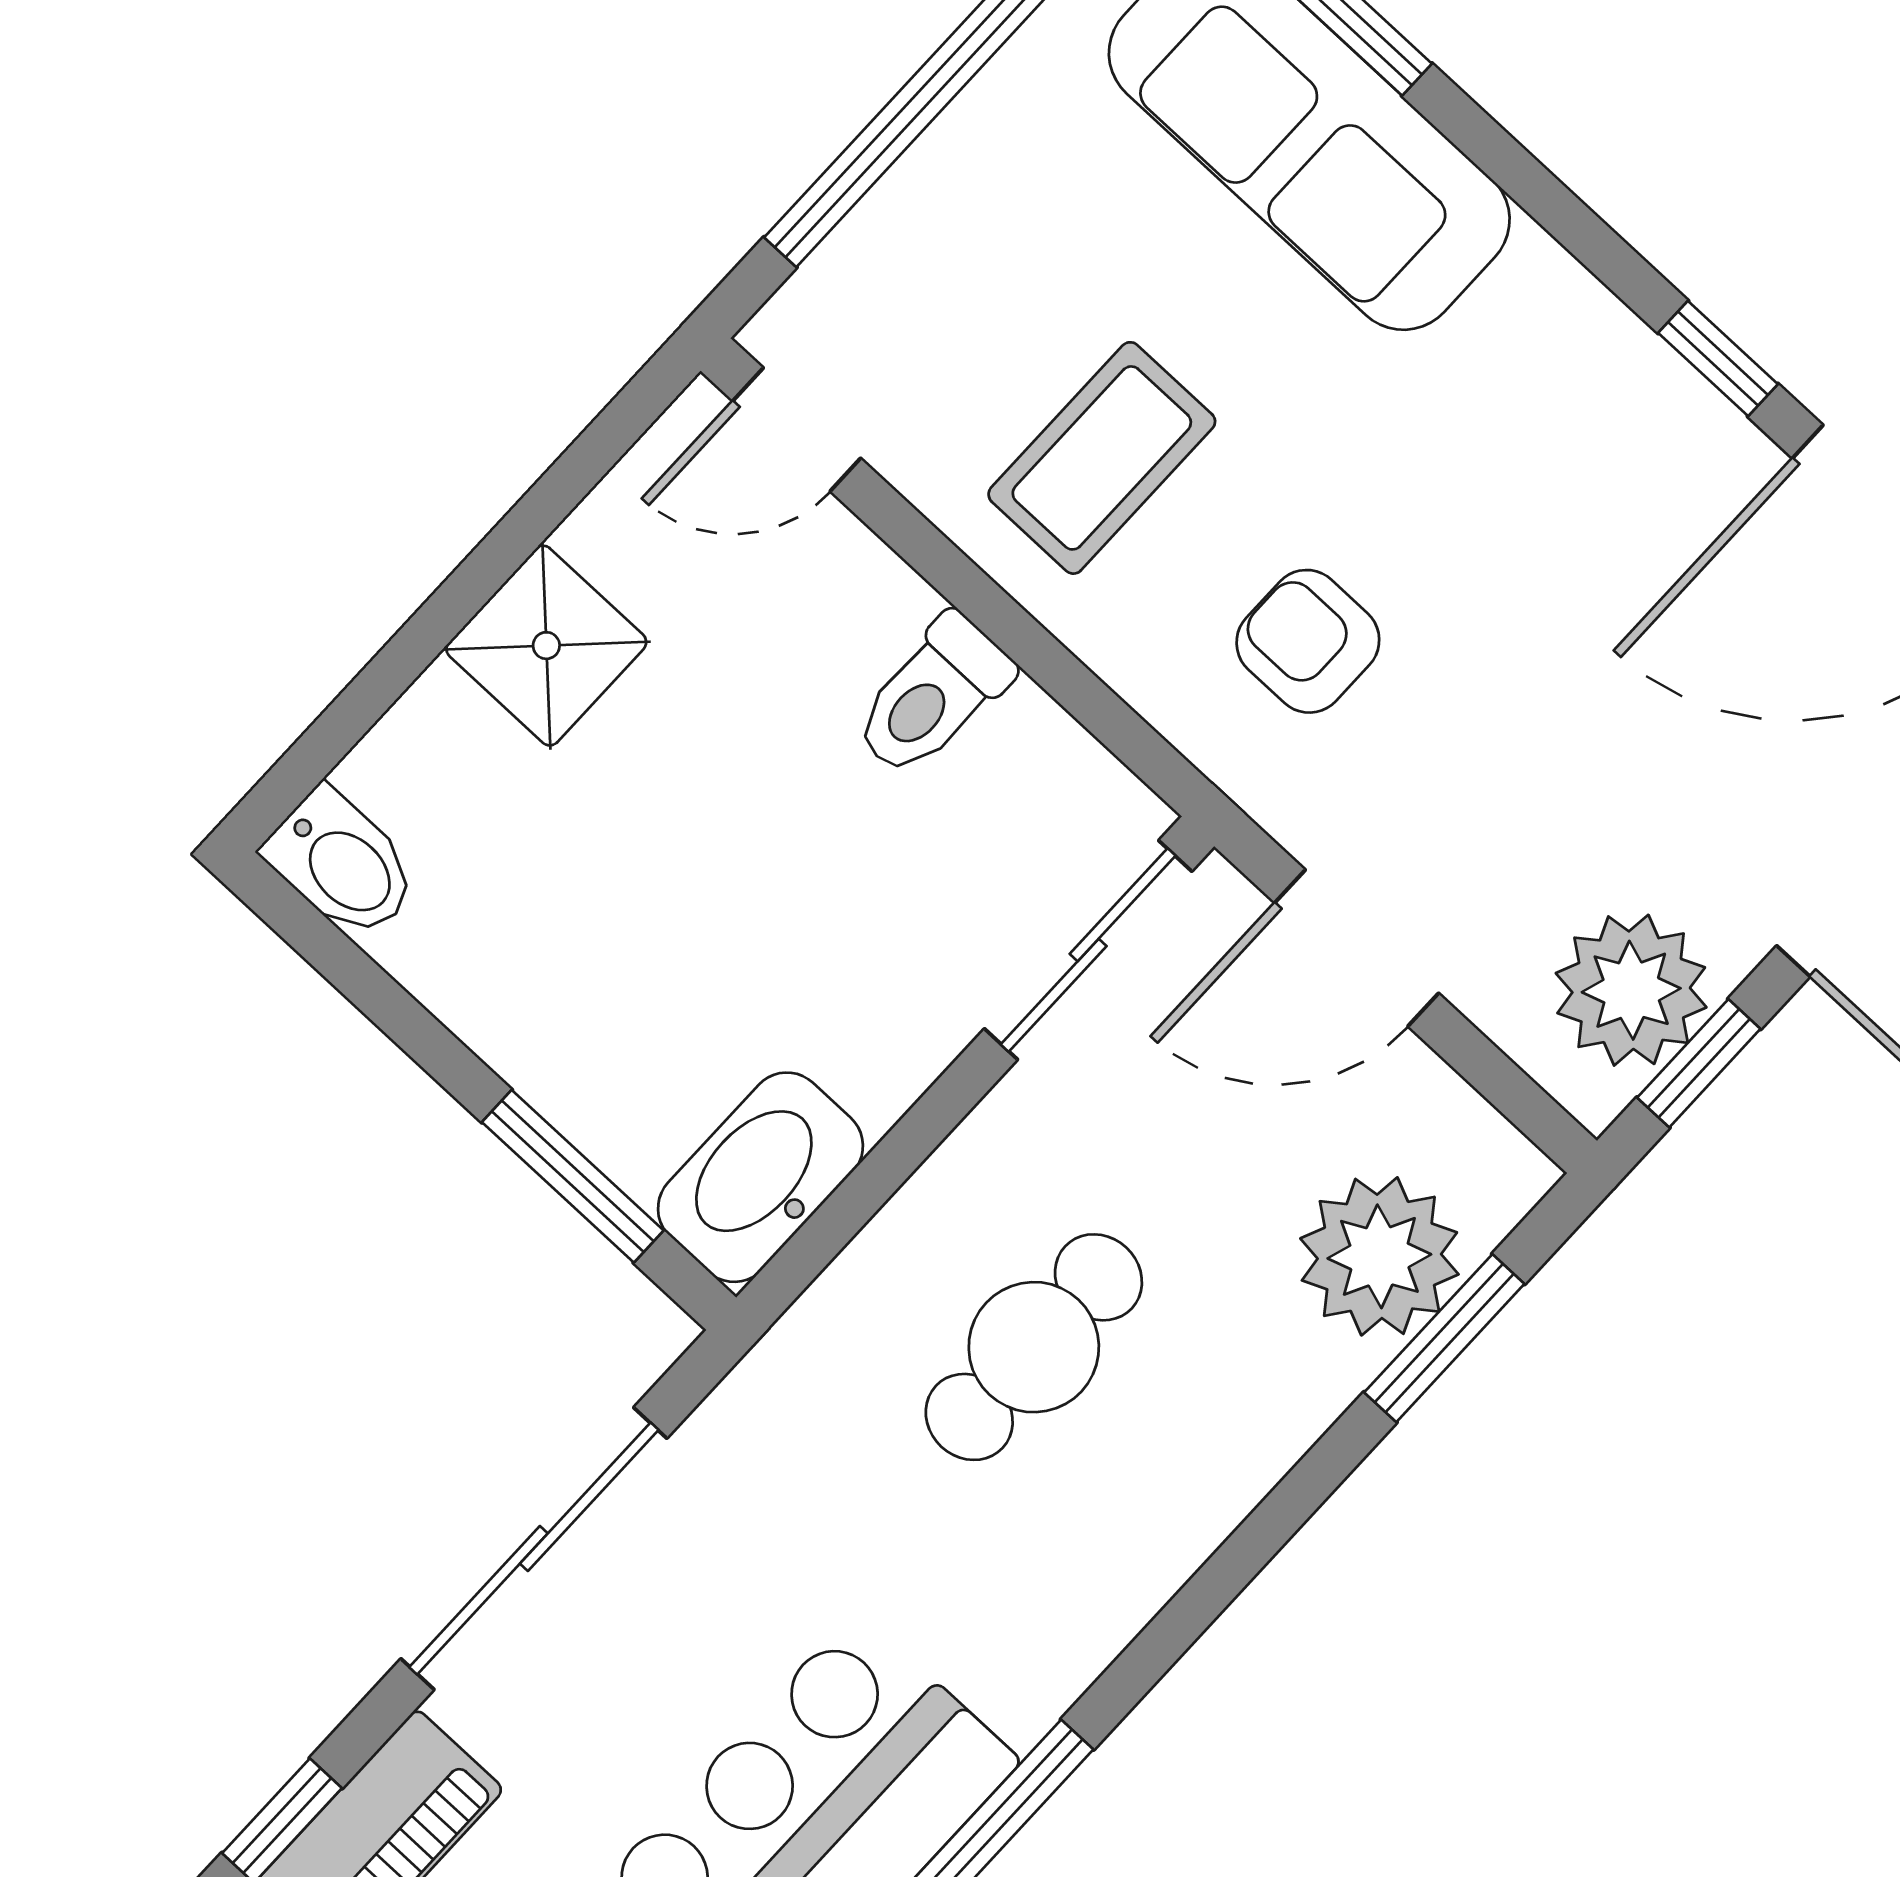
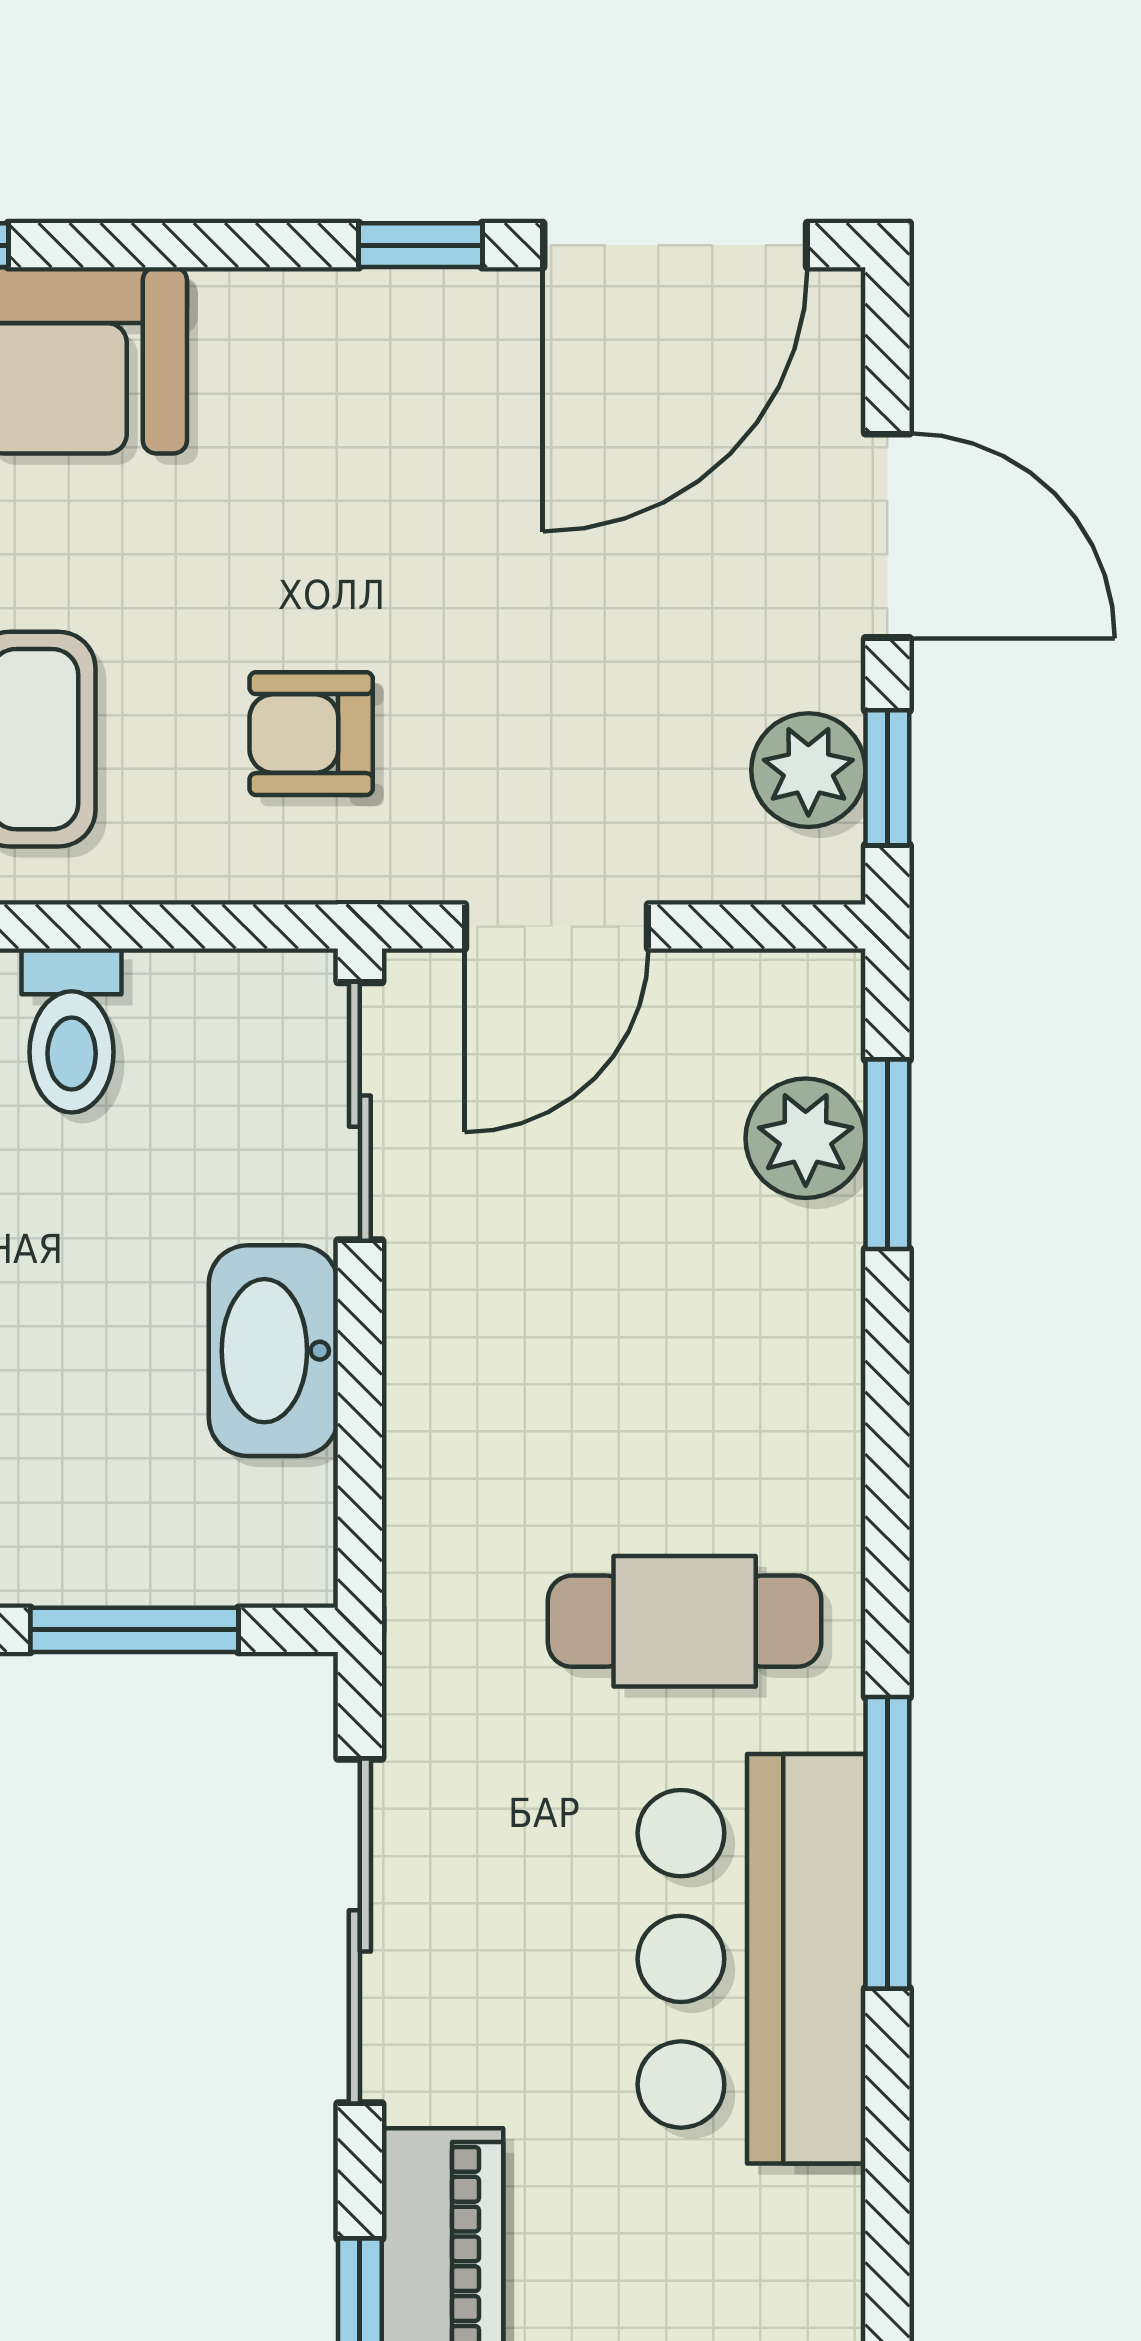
plant: (1631, 990) -> (808, 770), width x0.73, depth x0.73
washbasin: (760, 1177) -> (273, 1351), moved
plant: (1379, 1256) -> (806, 1138), width x0.73, depth x0.73
cafe table: (1034, 1347) -> (685, 1621), moved, turned 90

